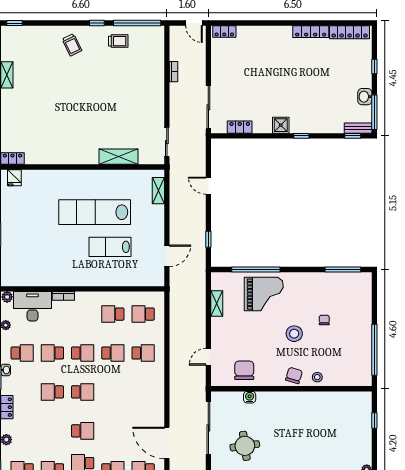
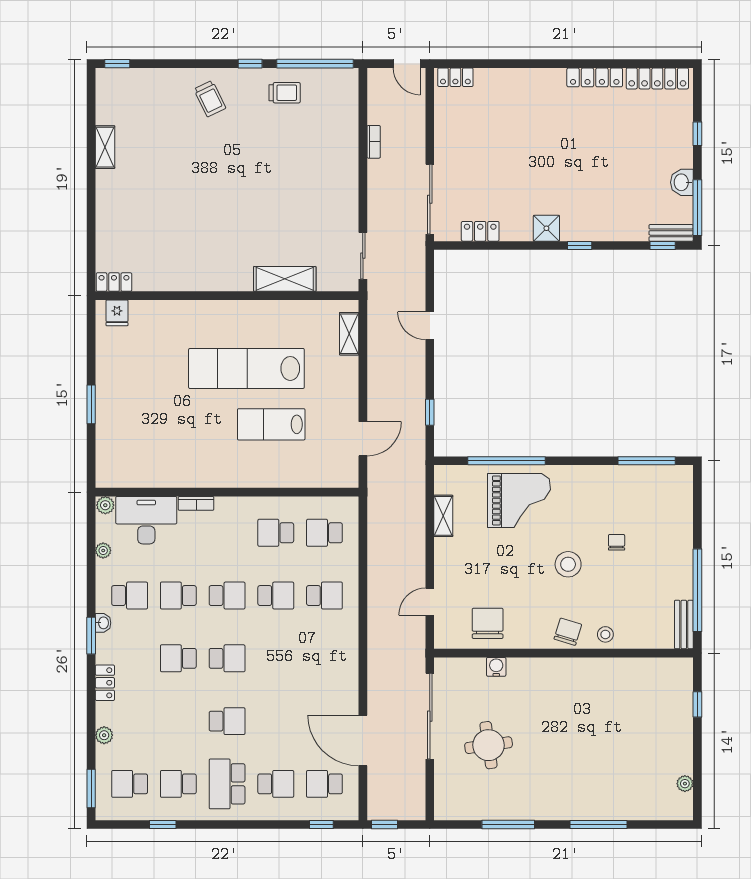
bench: (366, 371) -> (684, 624), added

